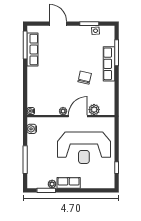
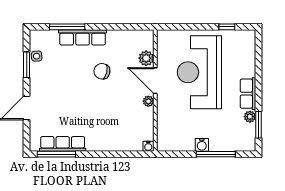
water cooler: (32, 129) -> (202, 145), moved
reception desk: (84, 148) -> (199, 72), turned 180

